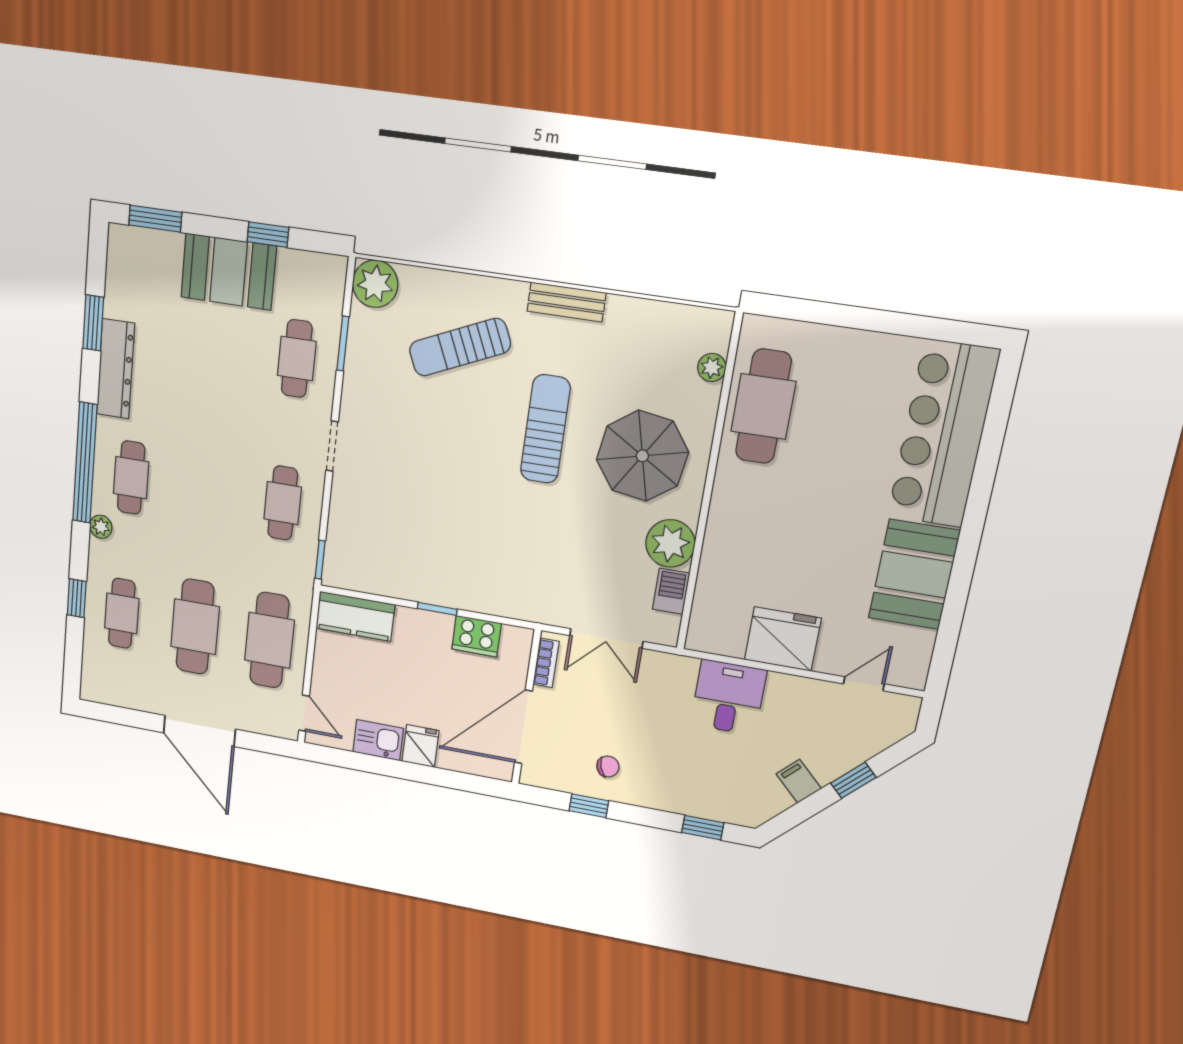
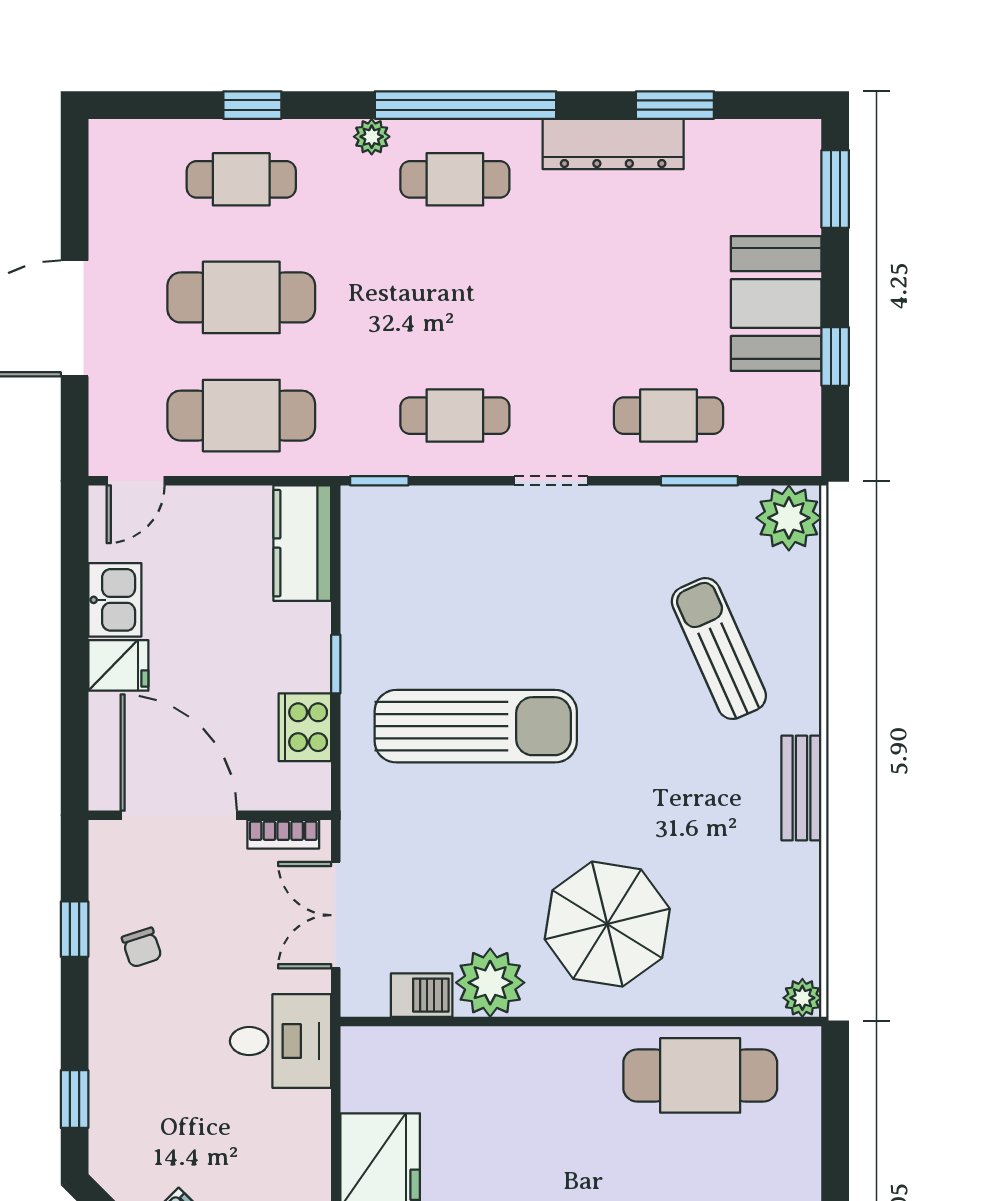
plant: (712, 367) -> (802, 998), moved
sun lounger: (545, 429) -> (476, 726), moved, width x1.36, depth x1.34
desk: (728, 697) -> (281, 1041), moved

